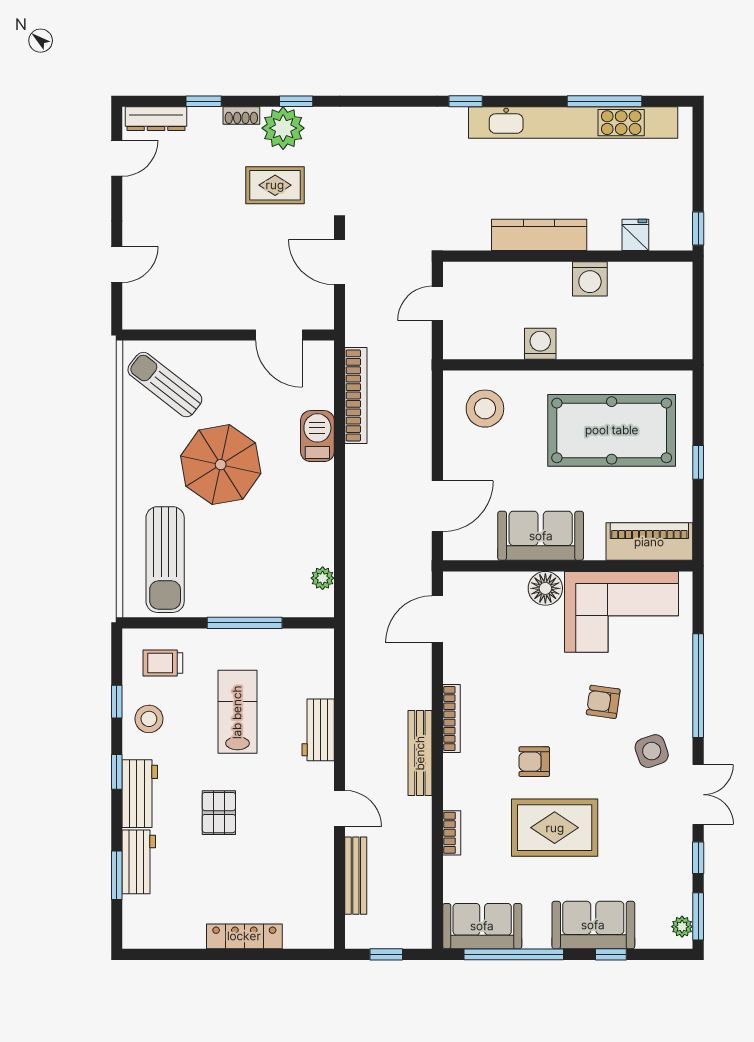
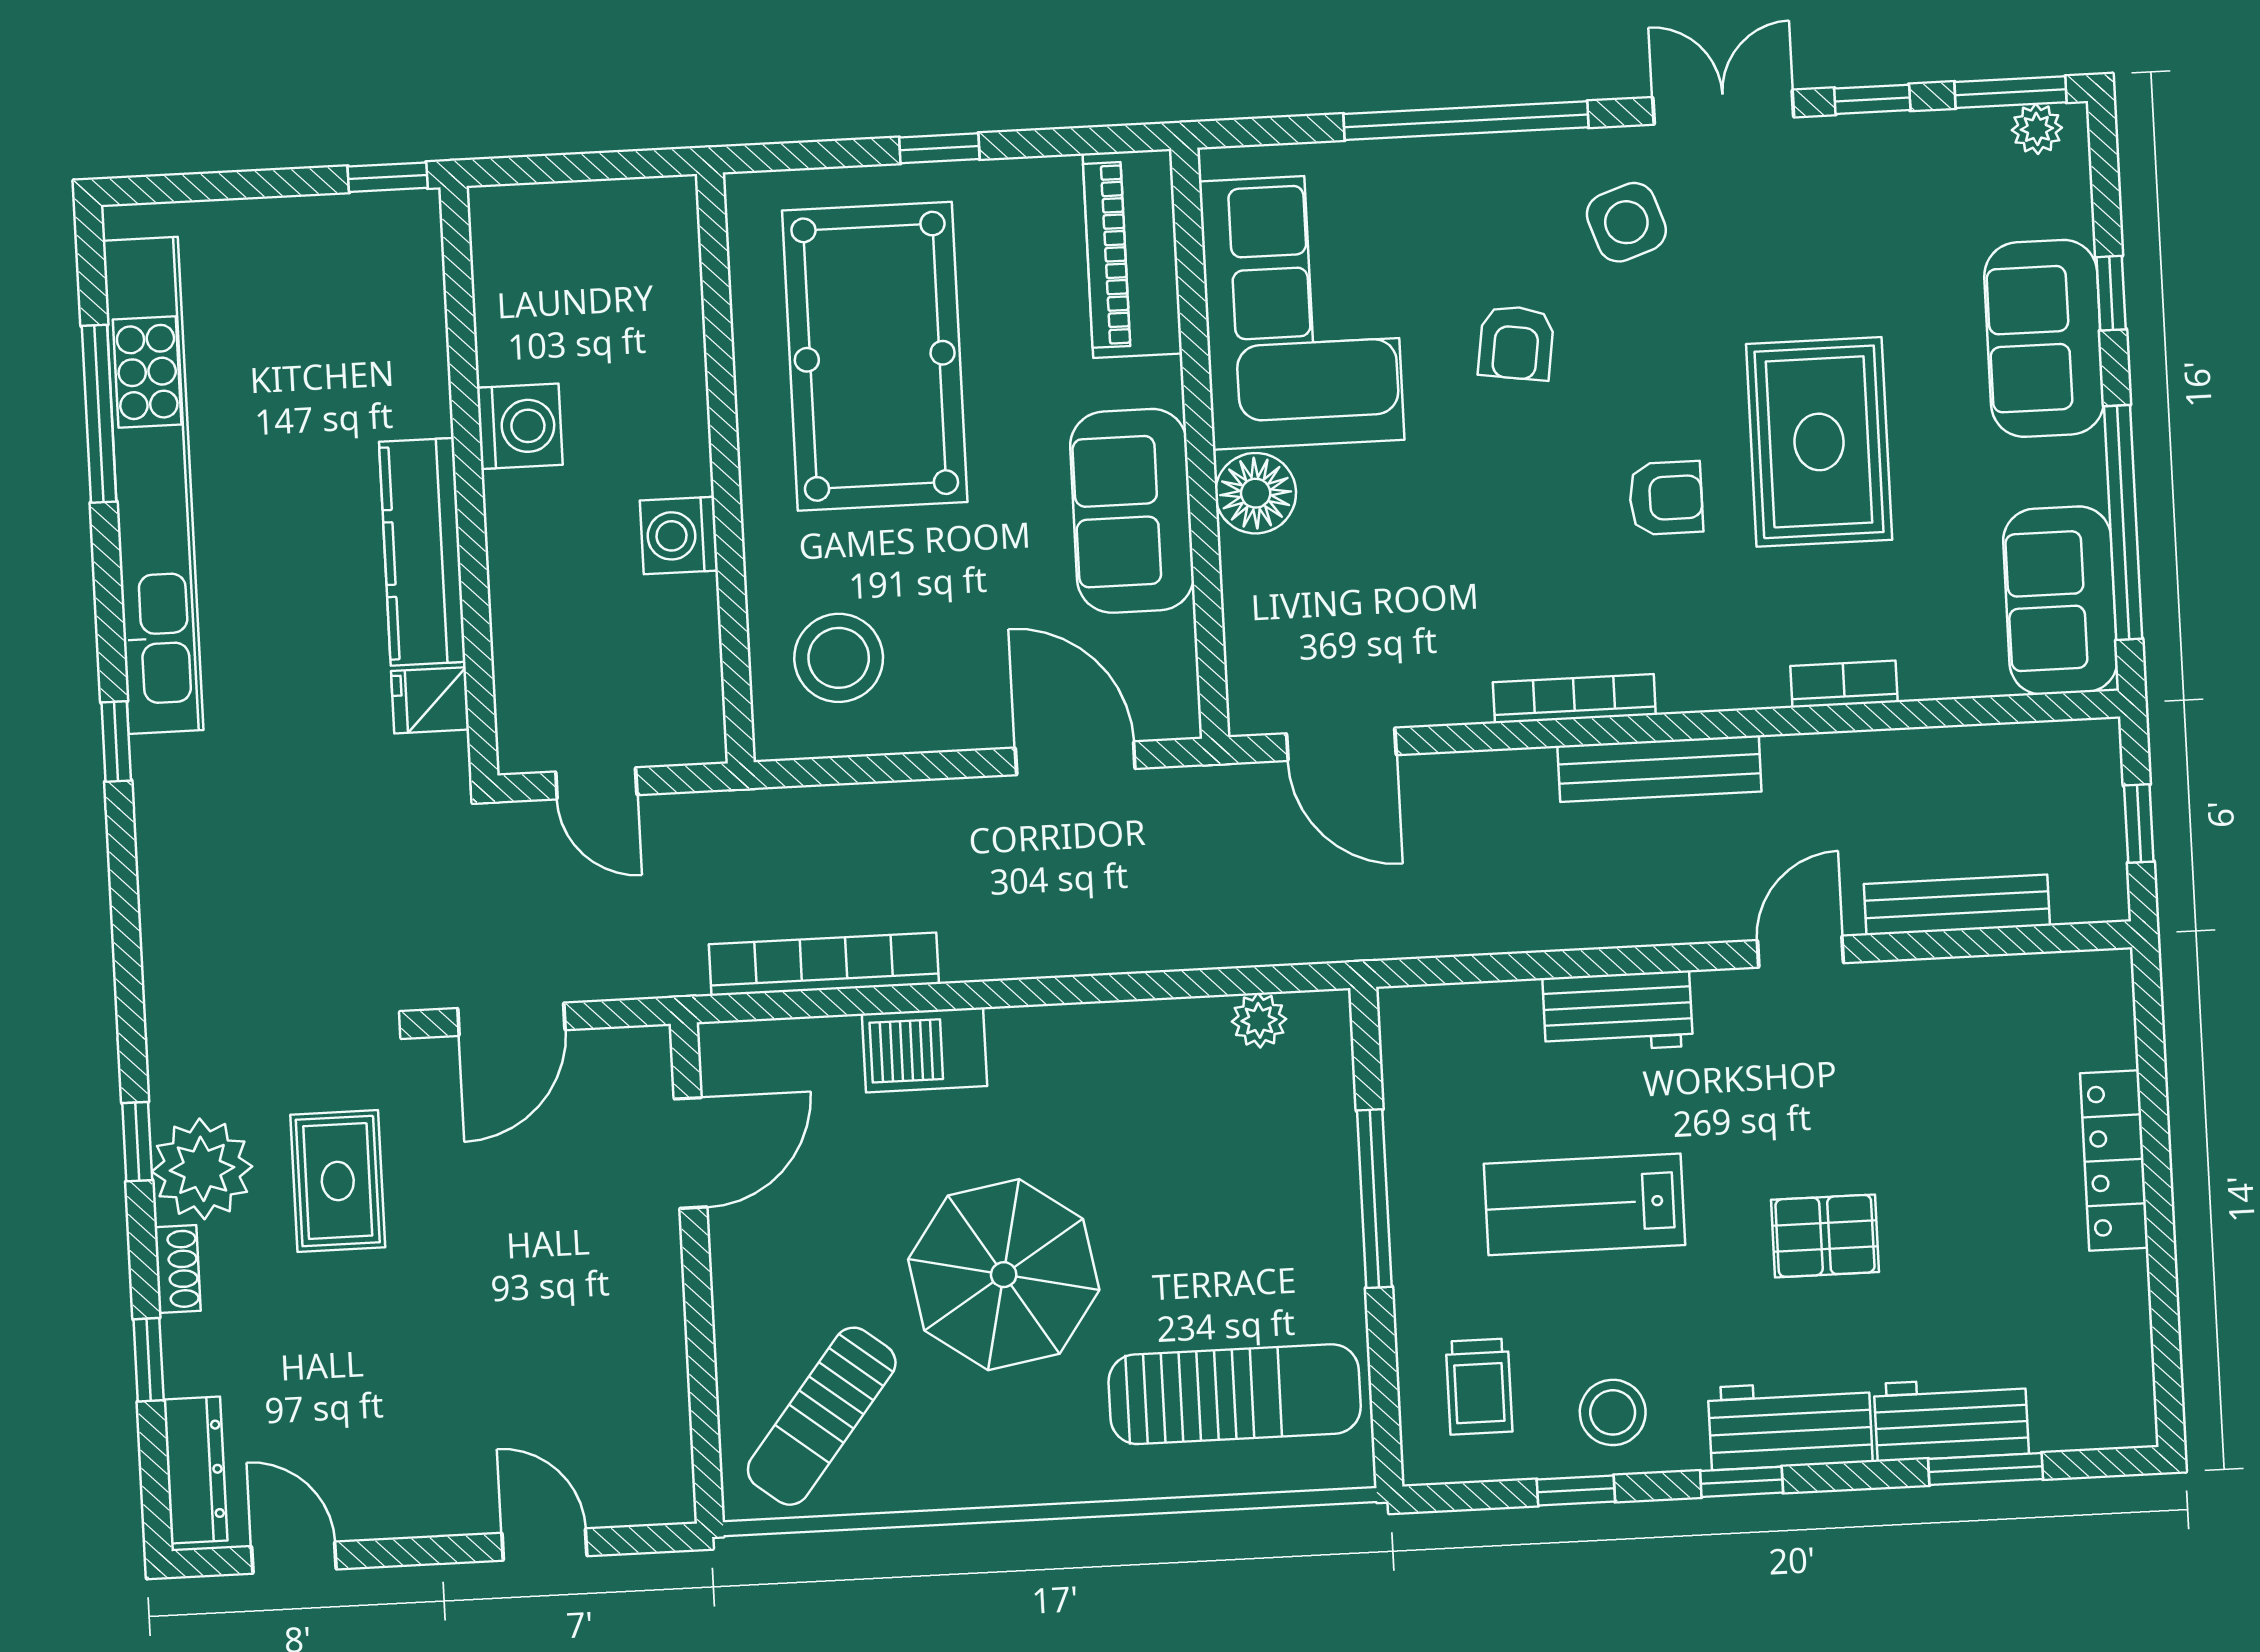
fridge: (635, 235) -> (430, 700), moved
armchair: (534, 762) -> (1666, 498), turned -90

